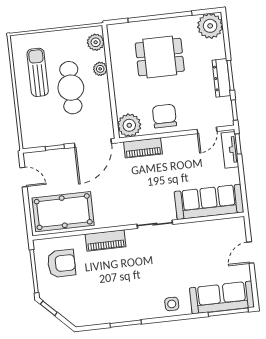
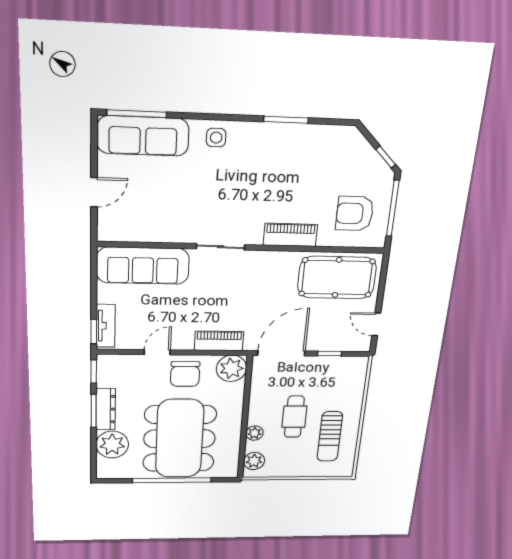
plant: (210, 26) -> (112, 445), moved
dining table: (160, 57) -> (180, 439), width x1.88, depth x1.24
cafe table: (71, 88) -> (294, 417), width x0.73, depth x0.74
door: (207, 130) -> (157, 352), moved

